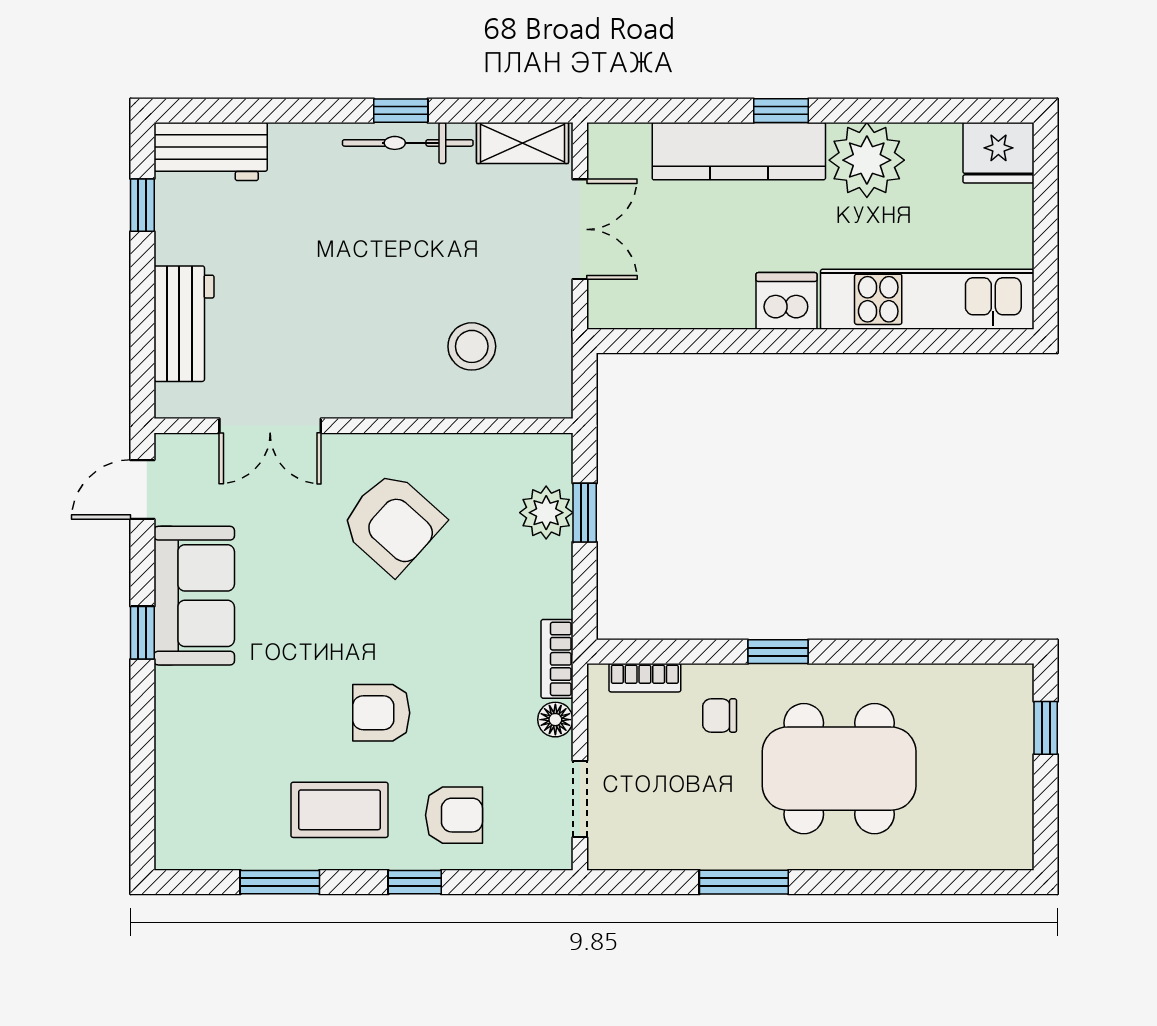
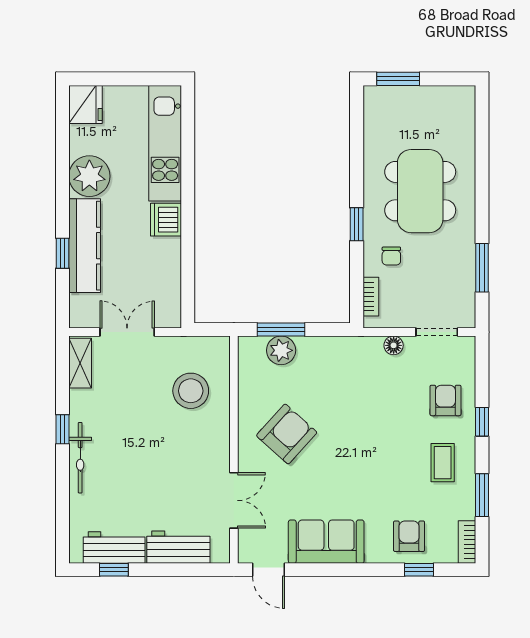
window: (781, 111) -> (63, 253), moved
bicycle: (408, 143) -> (80, 458), moved
workbench: (211, 152) -> (114, 548), moved, turned -90
stool: (472, 346) -> (191, 391), width x1.38, depth x1.38
window: (585, 513) -> (281, 329), width x1.50
window: (142, 633) -> (419, 570), moved
bookcase: (557, 659) -> (467, 542), moved, turned 90
armchair: (381, 713) -> (409, 536), moved, turned 180
window: (1046, 728) -> (398, 79), width x1.50
coffee table: (339, 810) -> (443, 463), width x0.73, depth x0.77
window: (744, 882) -> (482, 268), moved

